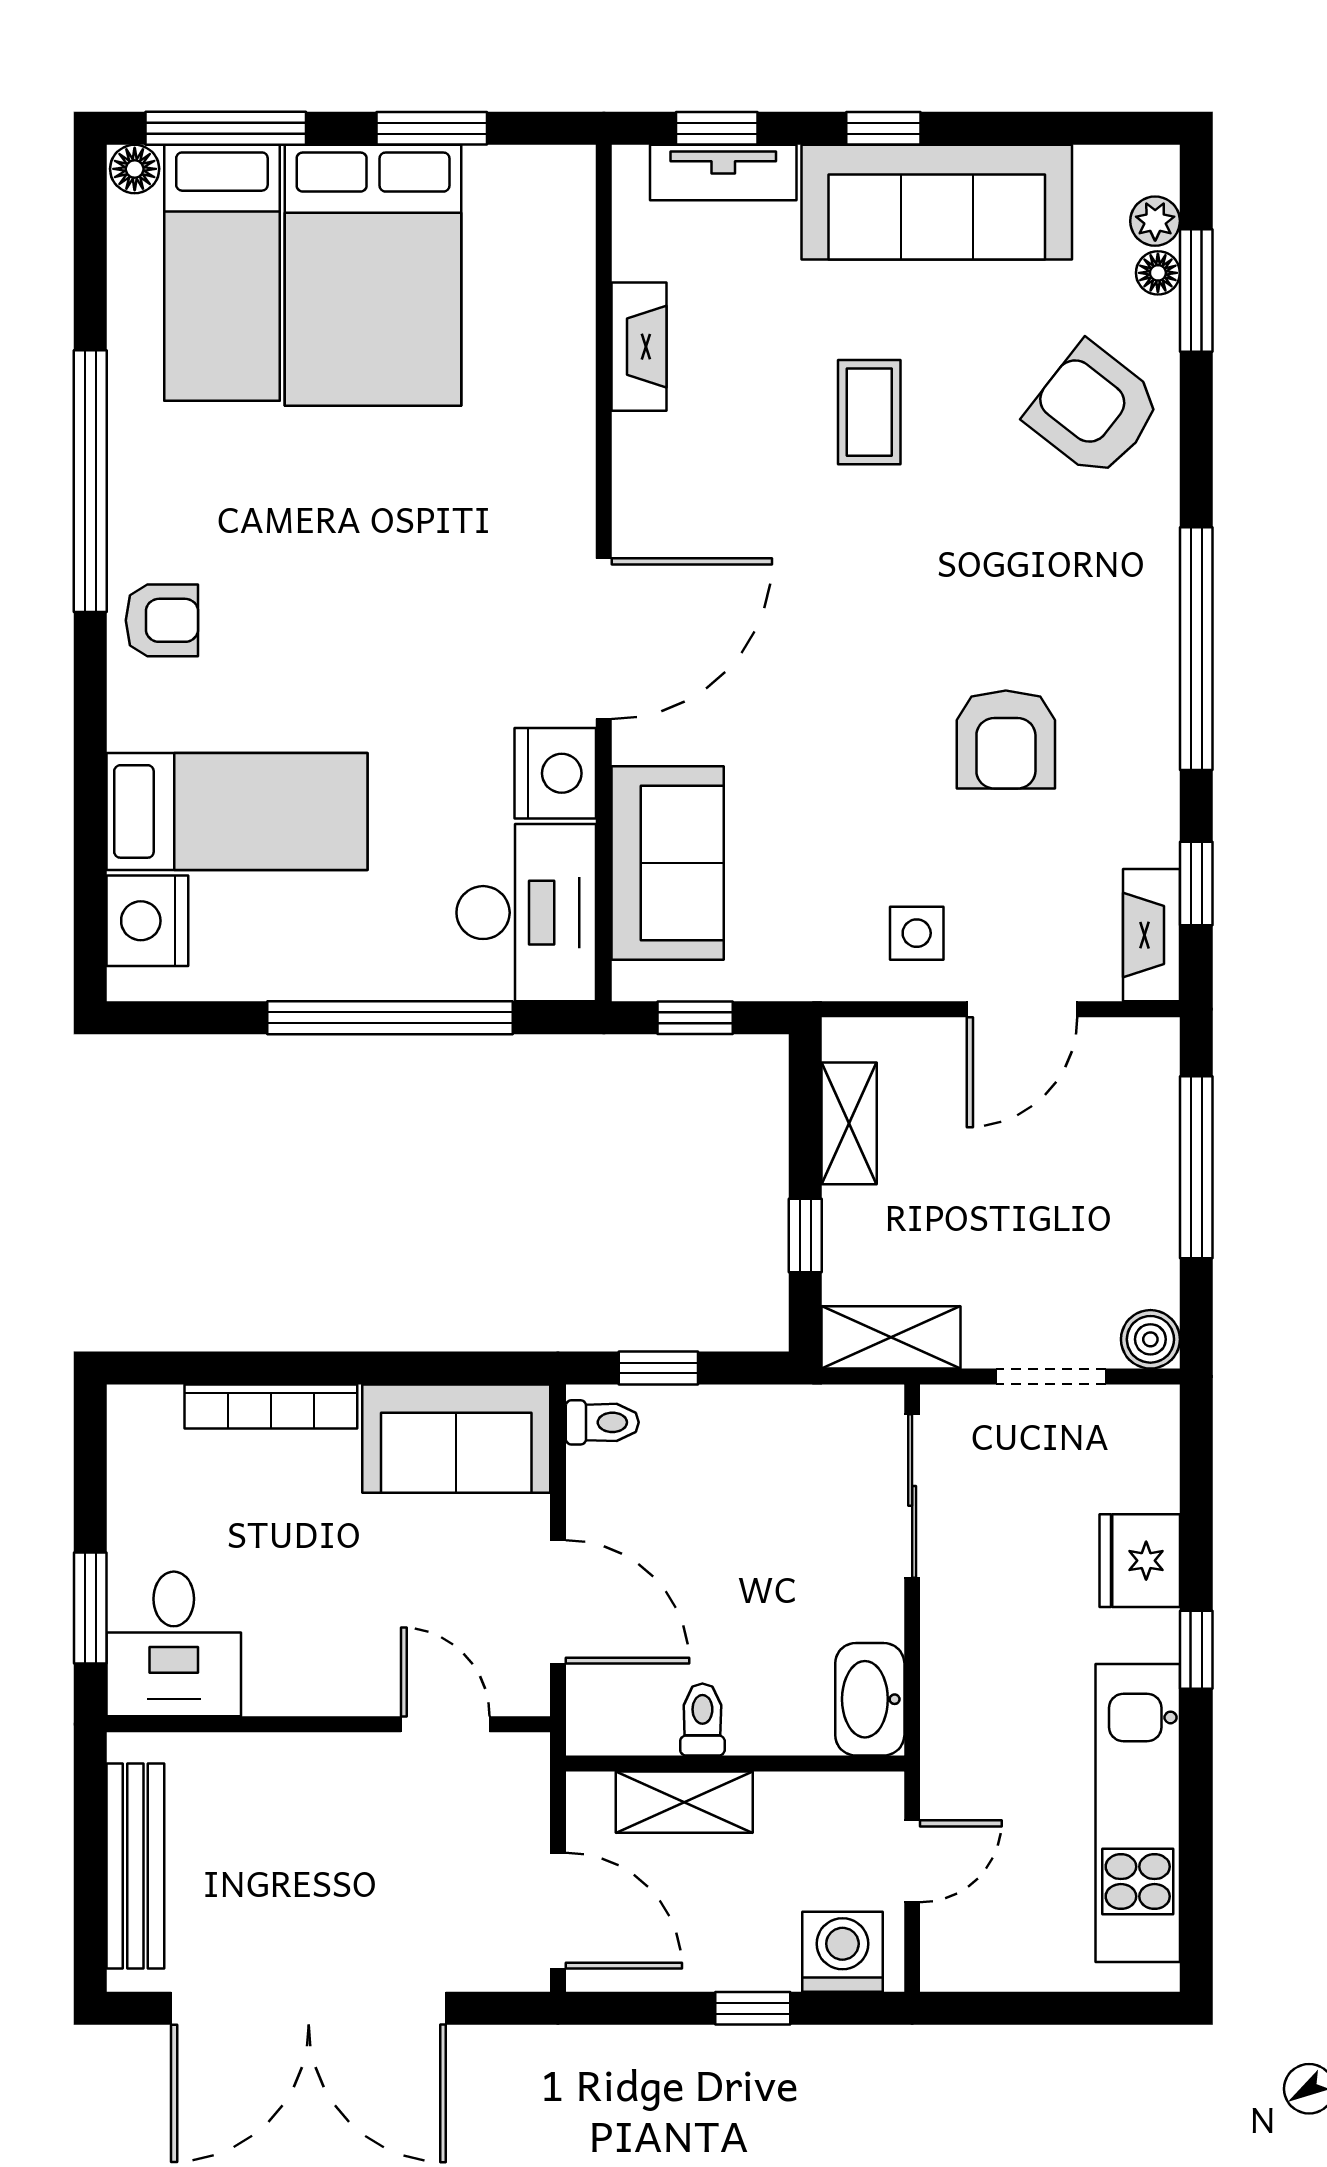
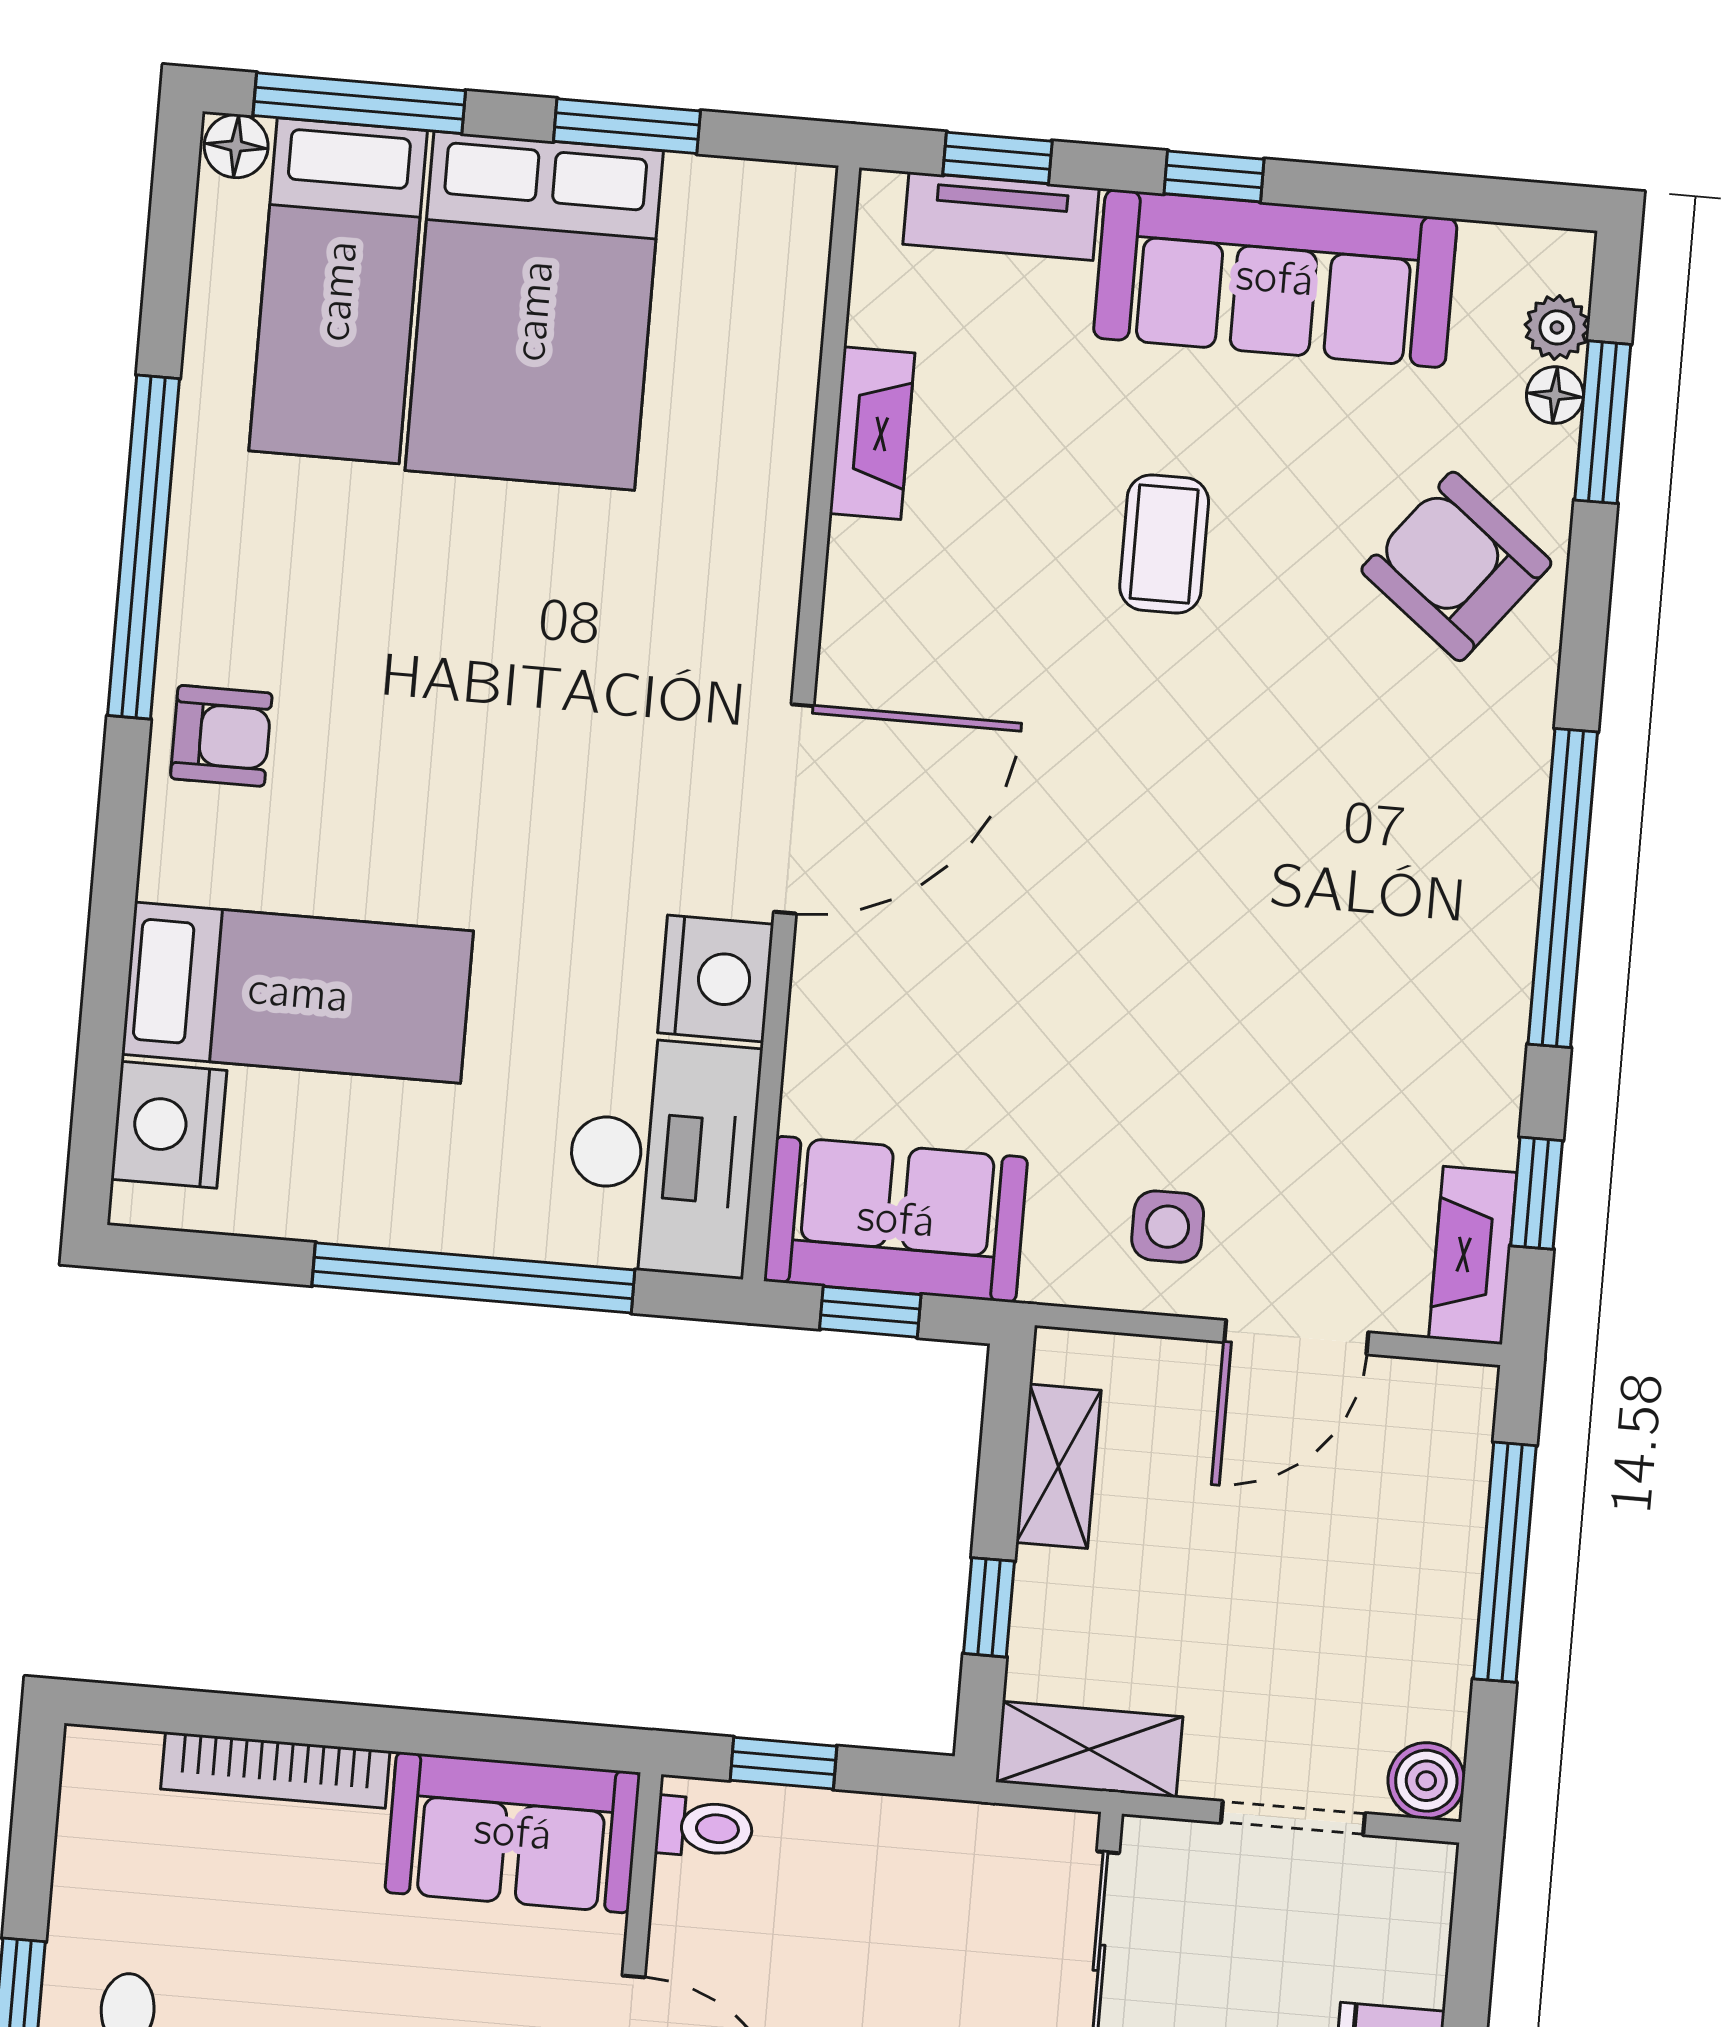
armchair: (1006, 740) -> (1305, 985), removed
sofa: (668, 863) -> (896, 1219), moved, turned -90

